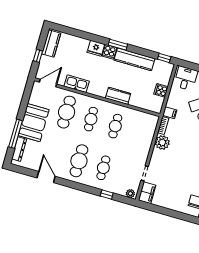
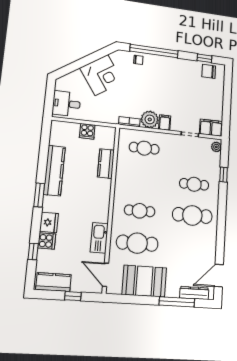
cooker: (109, 52) -> (47, 241), moved
window: (164, 58) -> (33, 251), moved
kitchen counter: (118, 96) -> (106, 164), moved
filing cabinet: (170, 113) -> (165, 123), moved
booth: (34, 123) -> (144, 281), moved
cafe table: (115, 126) -> (144, 148), moved
door: (46, 177) -> (219, 276), moved

